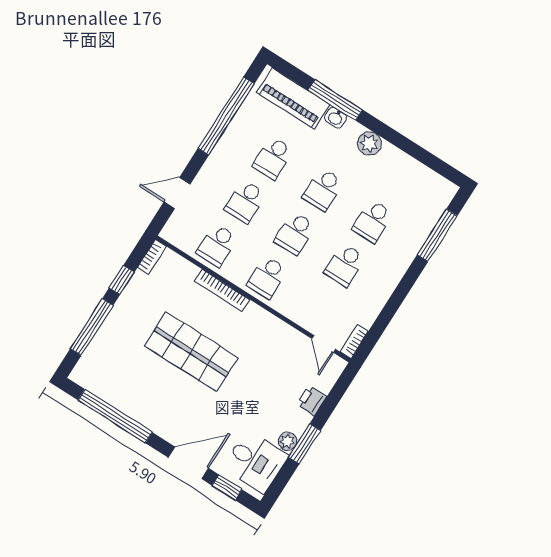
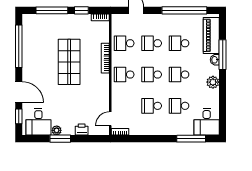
desk: (426, 194) -> (207, 122), added

